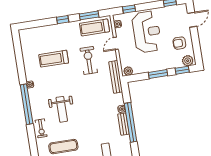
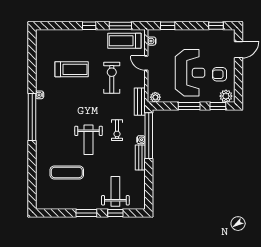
reception desk: (147, 32) -> (190, 73), moved
door: (116, 43) -> (146, 63), hinge flipped
treadmill: (54, 59) -> (72, 69), turned 180
bench: (116, 77) -> (140, 102), width x0.73
weight bench: (62, 109) -> (89, 140), moved
window: (131, 122) -> (149, 136), moved
exercise bike: (41, 128) -> (117, 130), moved

